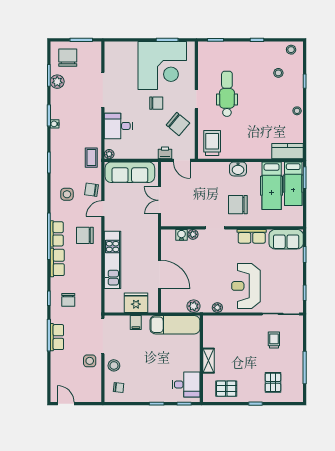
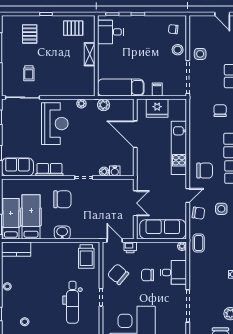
chair: (156, 103) -> (148, 275), moved

